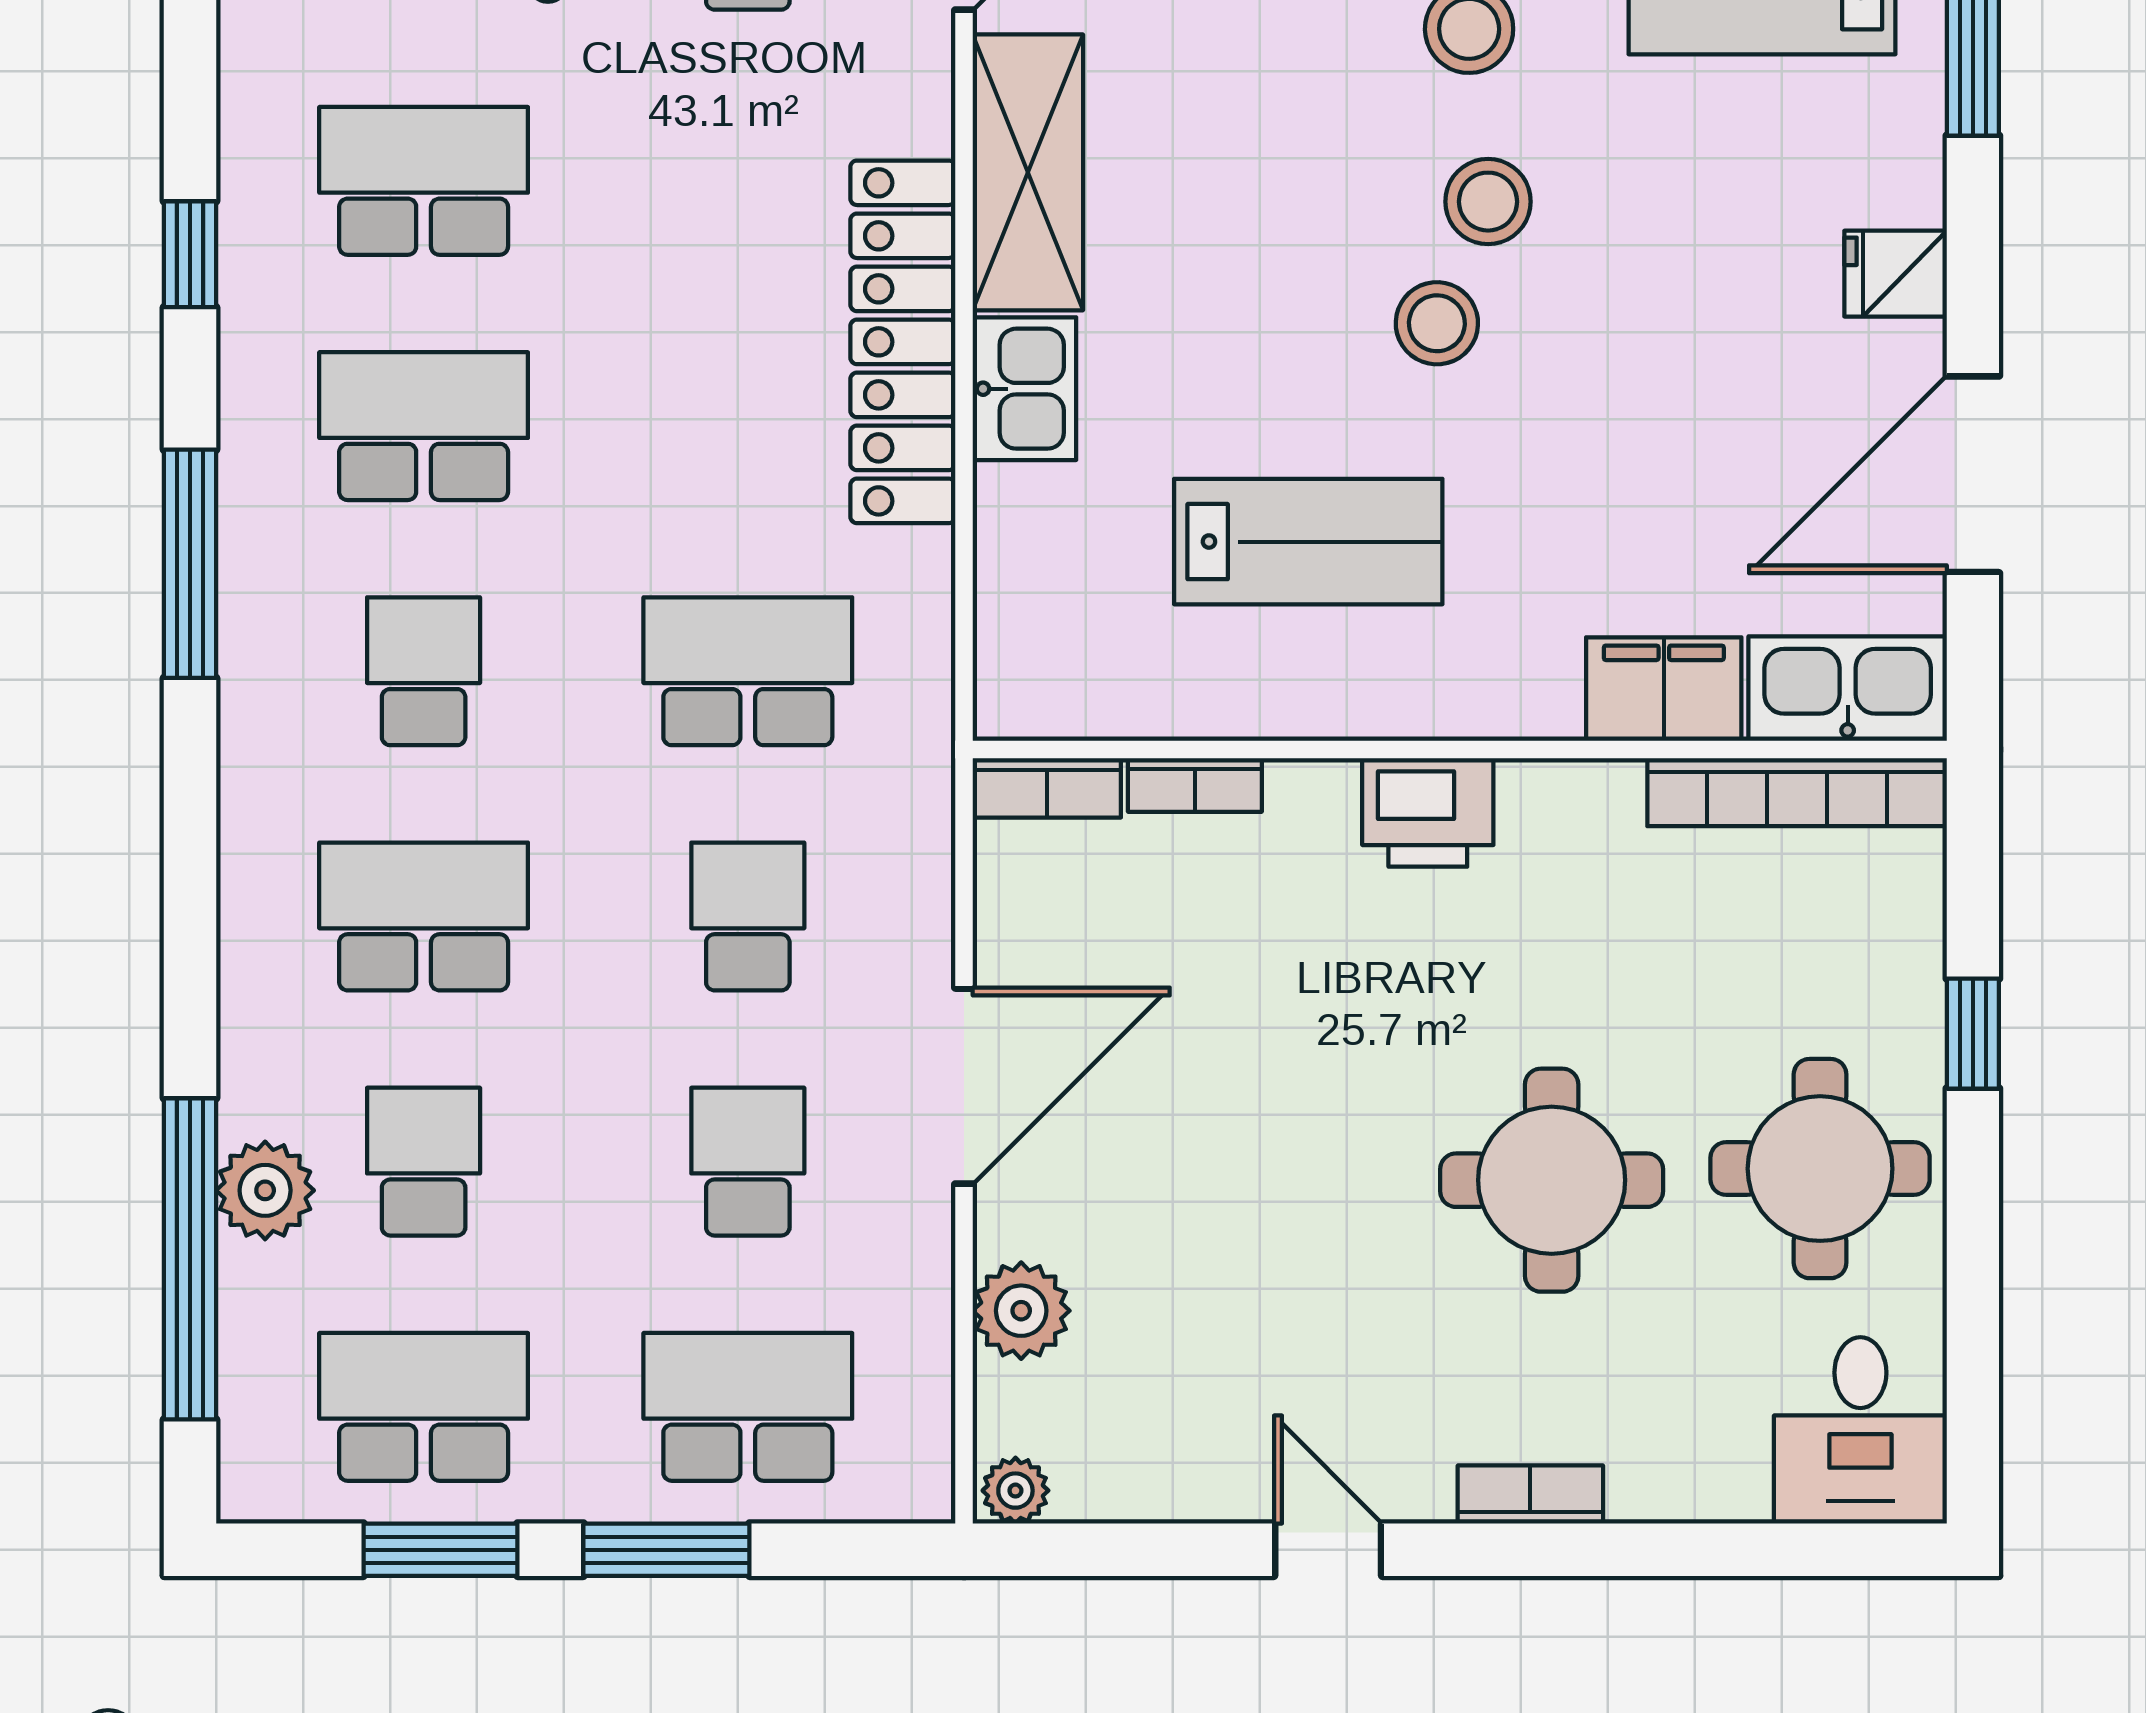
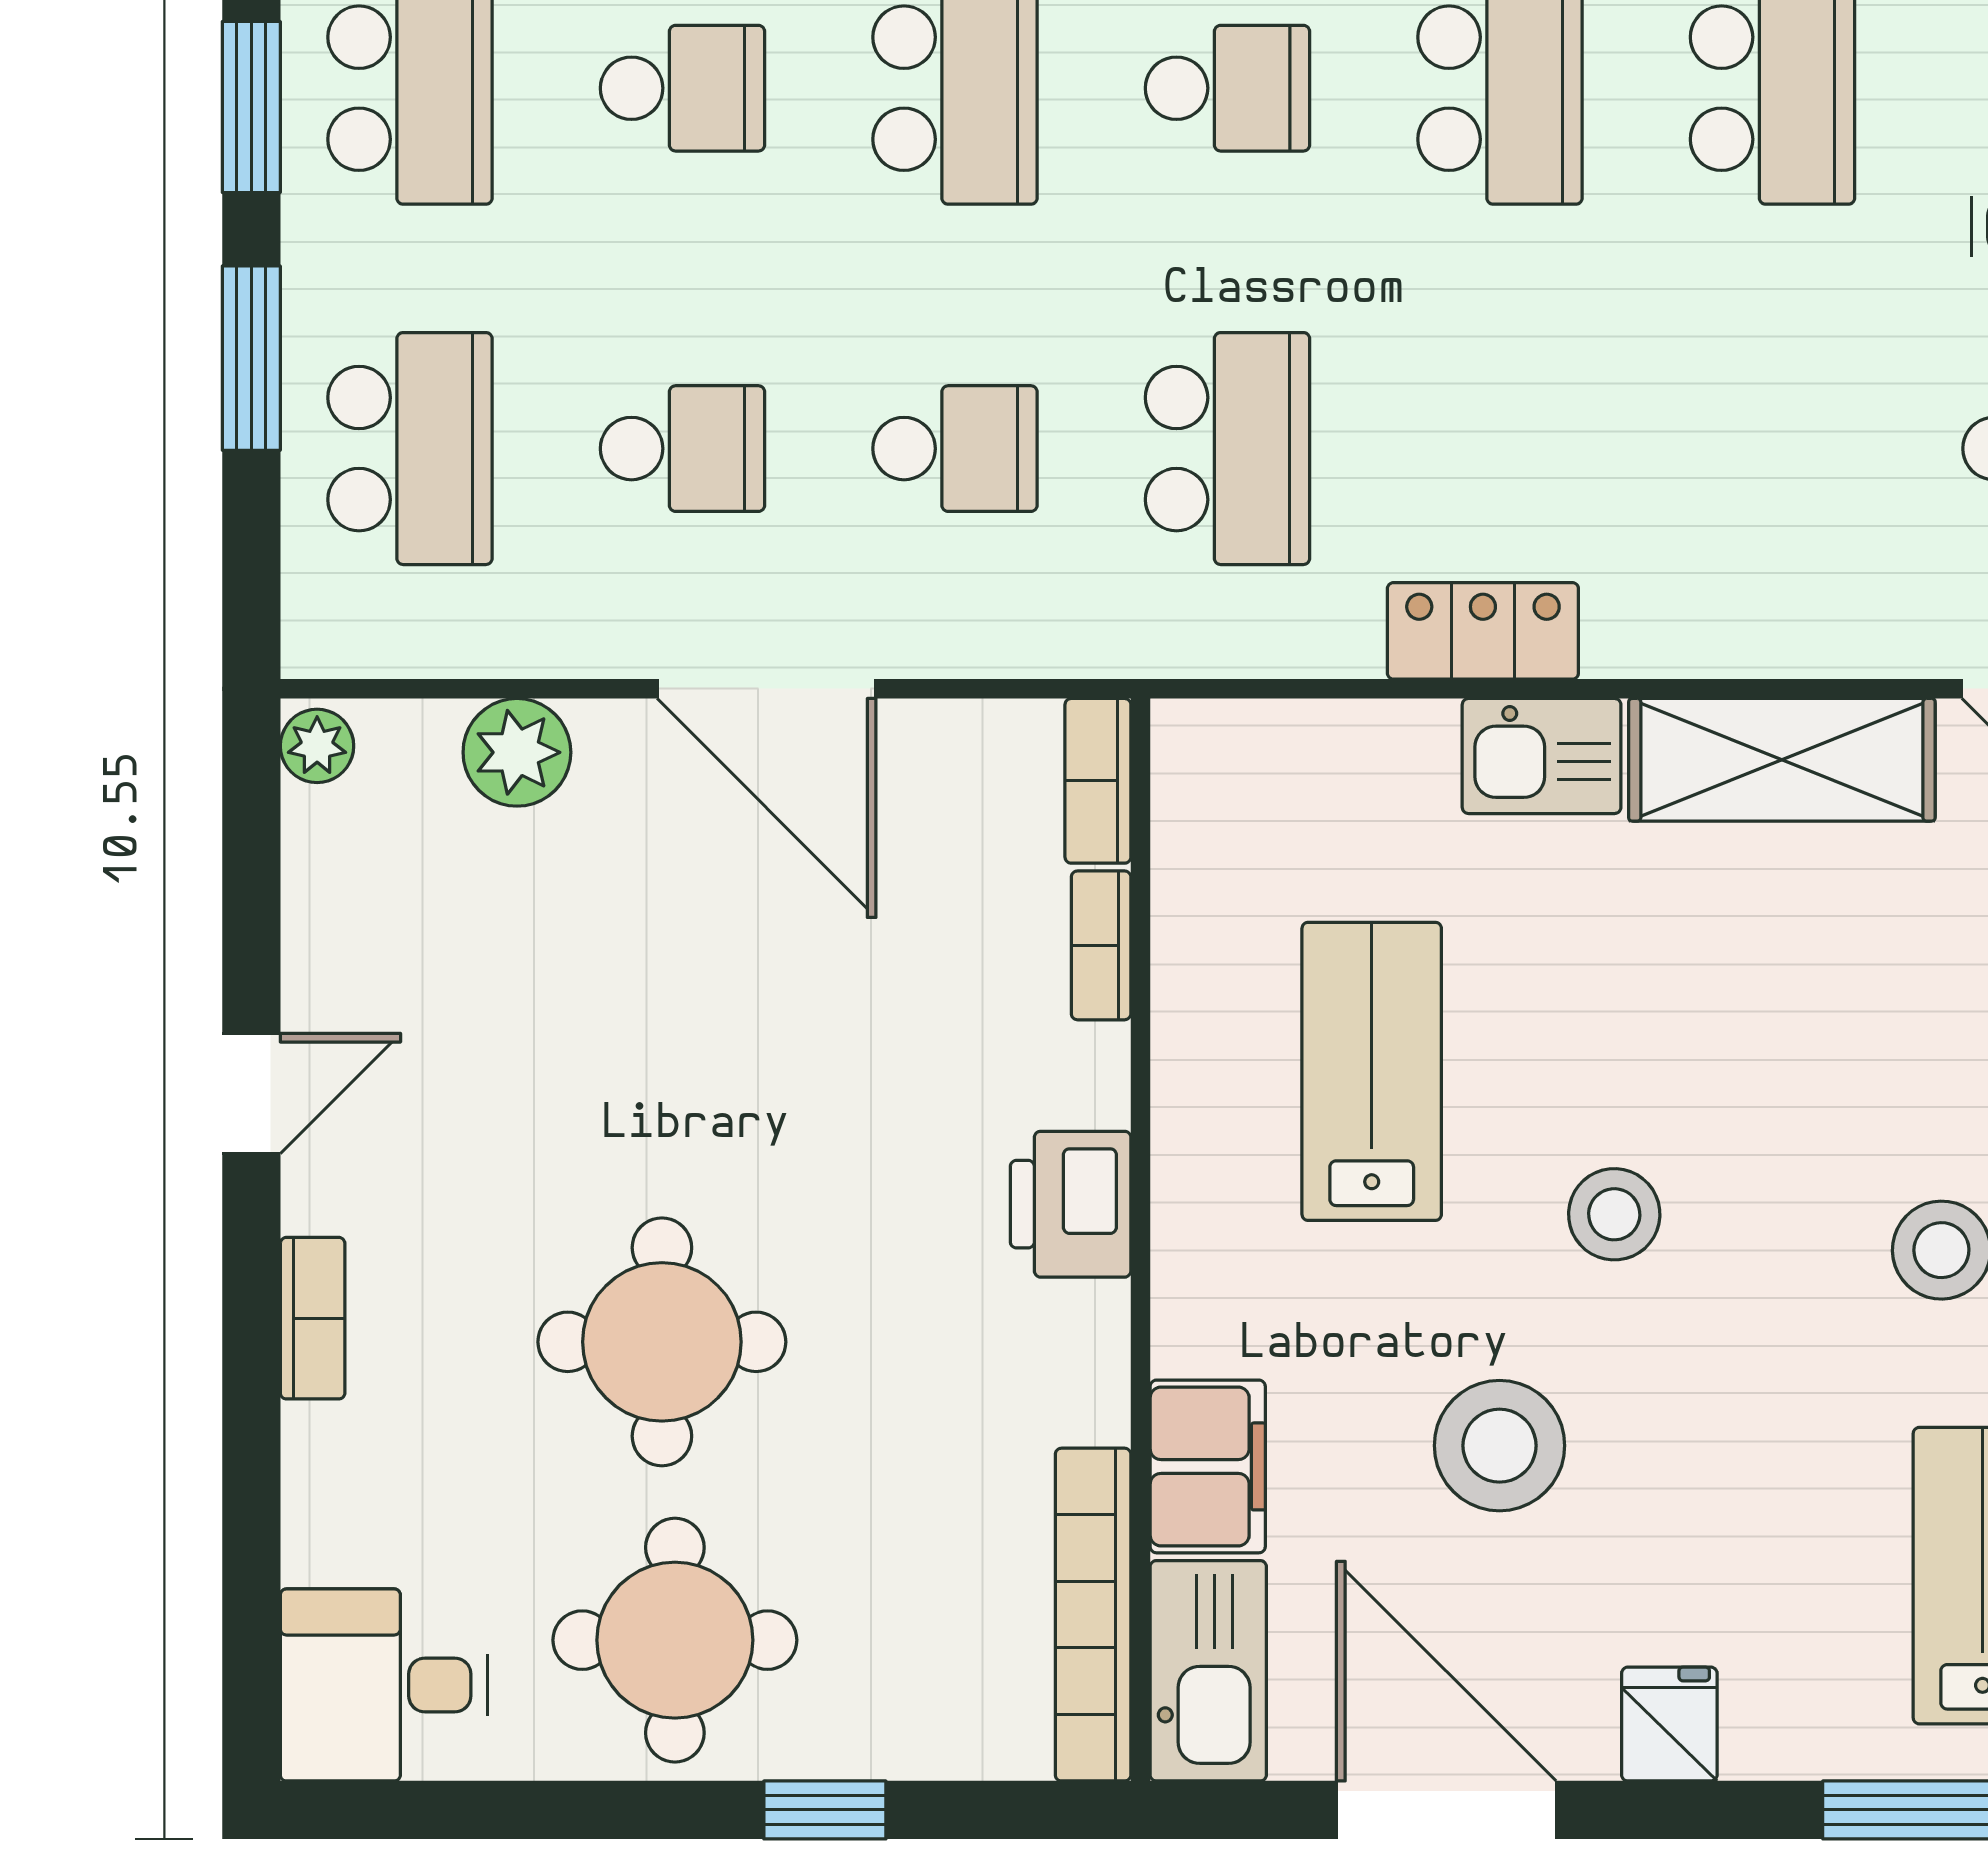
stool: (1488, 202) -> (1499, 1446), moved, width x1.38, depth x1.38
locker: (903, 342) -> (1483, 631), width x0.46, depth x0.83
lab bench: (1308, 542) -> (1372, 1071), turned 180

